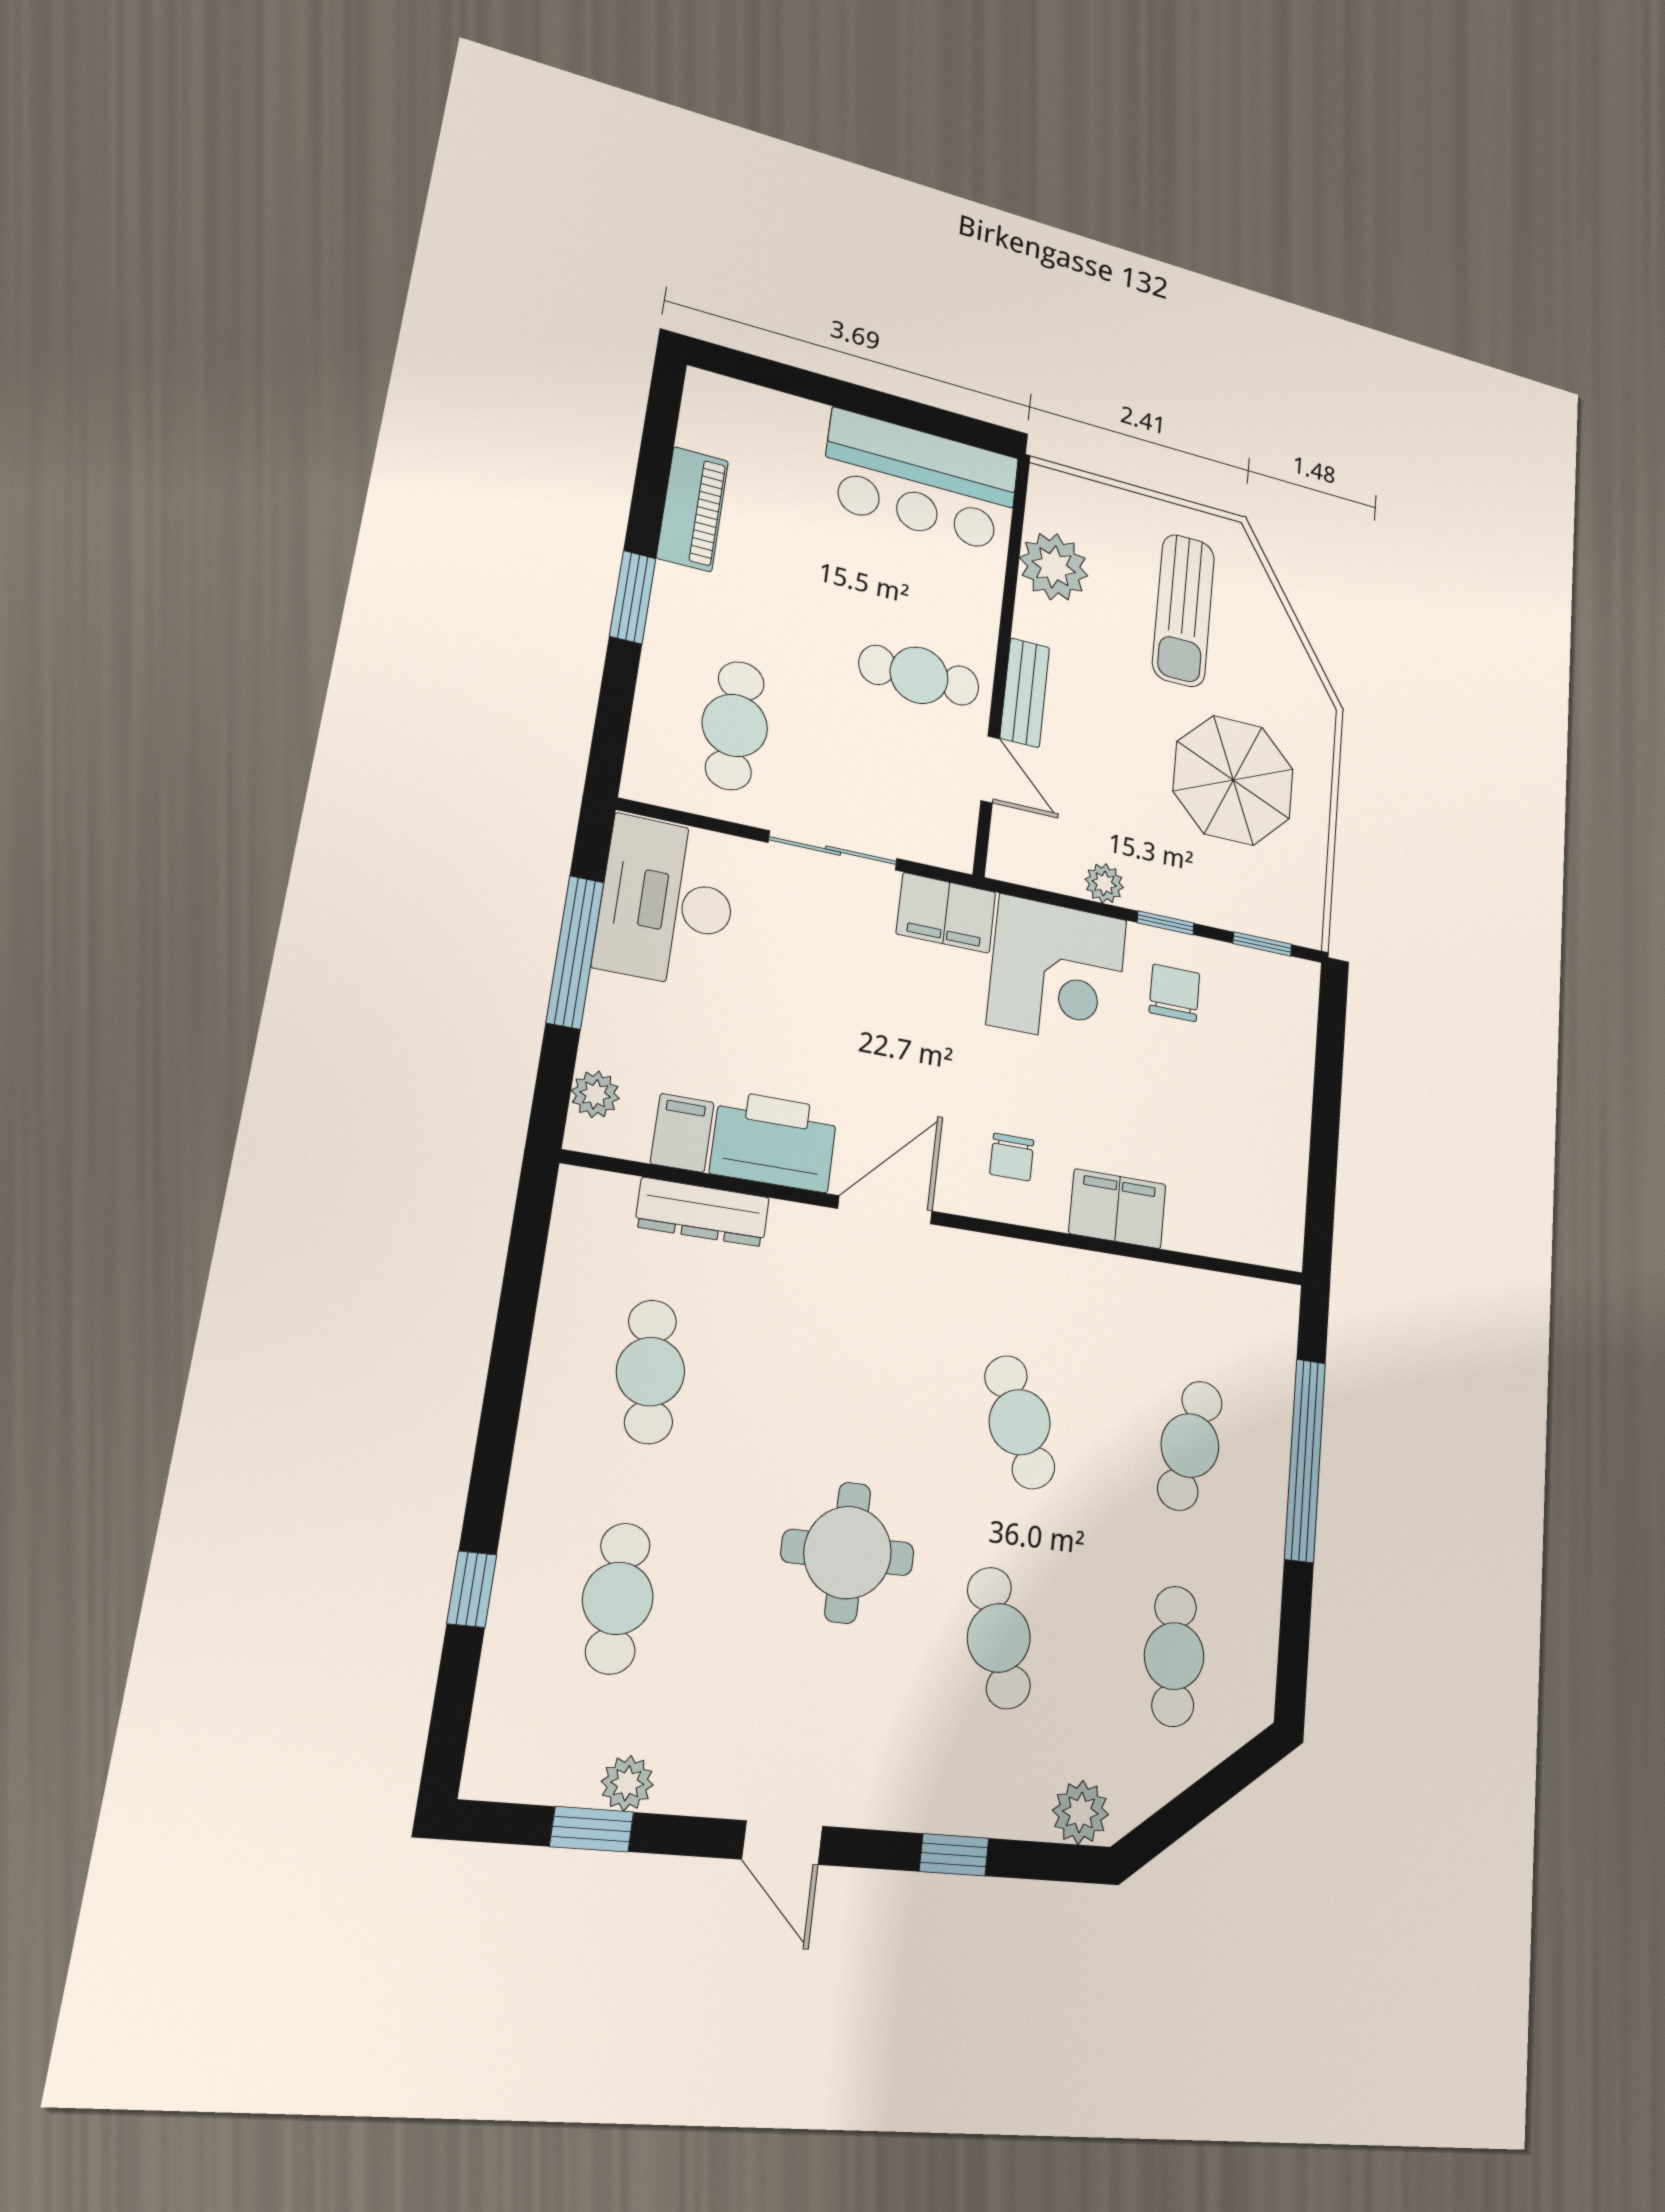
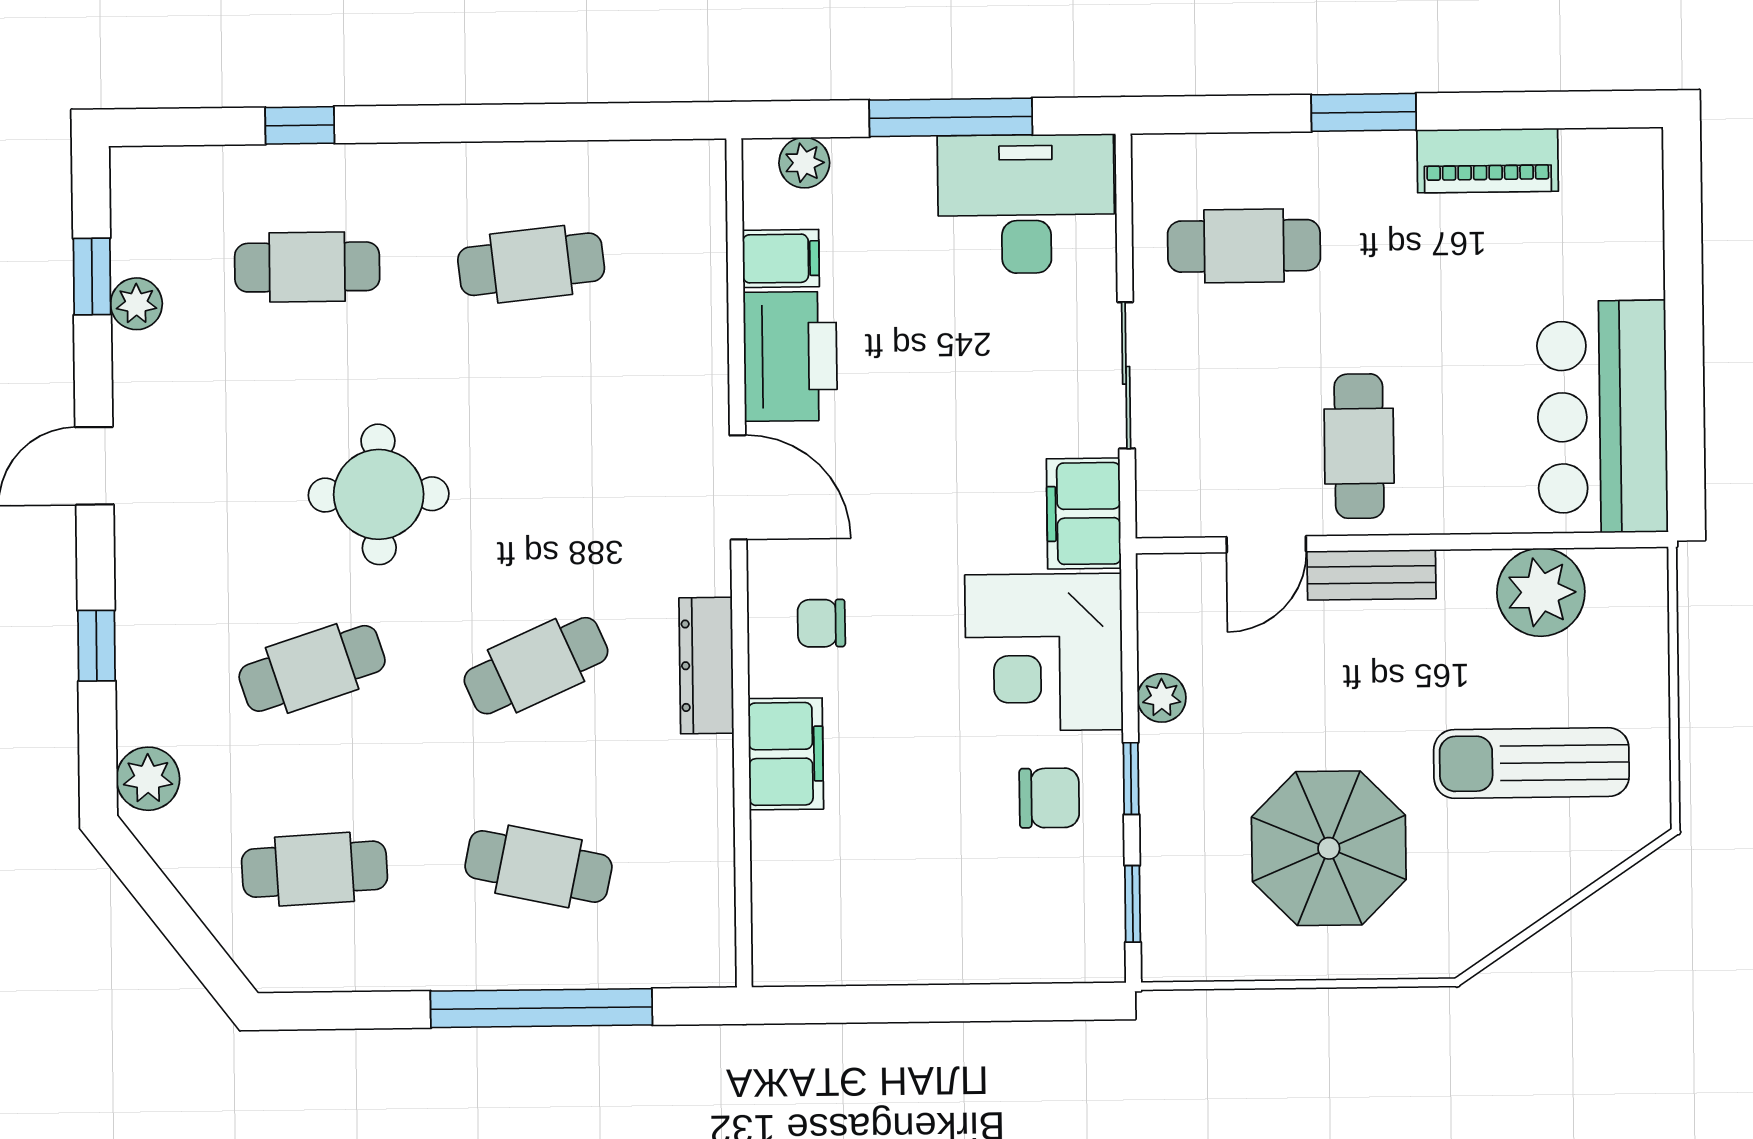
dresser: (702, 1212) -> (706, 665), moved

